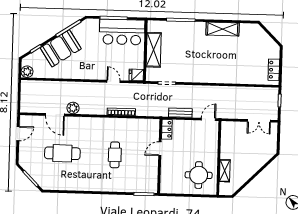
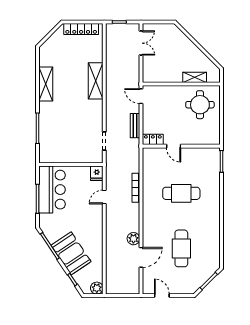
shelving: (154, 50) -> (96, 81), moved, turned 90
locker: (274, 70) -> (81, 29), width x1.53
cafe table: (115, 155) -> (181, 193), width x1.37, depth x1.35

